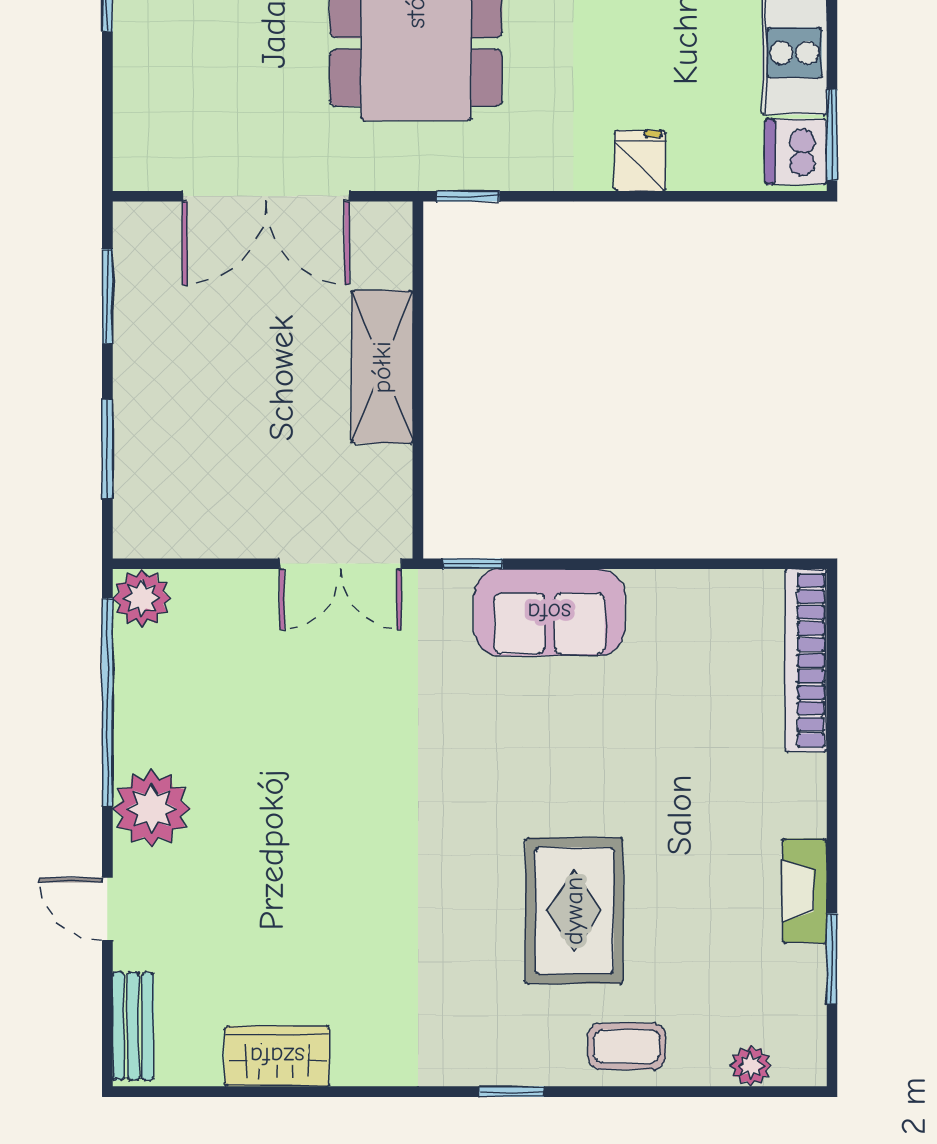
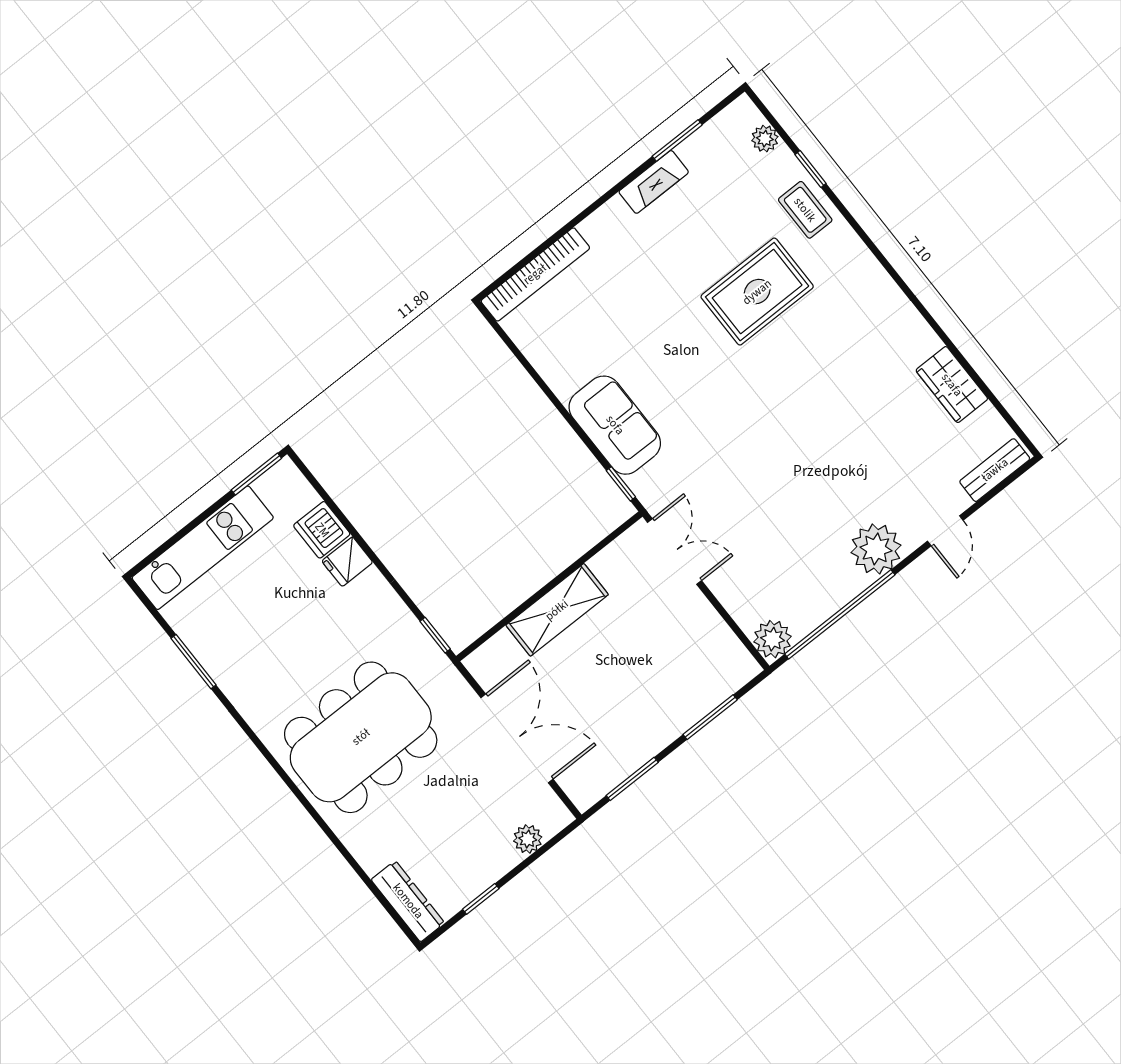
plant: (135, 113) -> (528, 839), added
dishwasher: (796, 152) -> (322, 530), moved, turned 90
window: (512, 1092) -> (810, 169), moved

